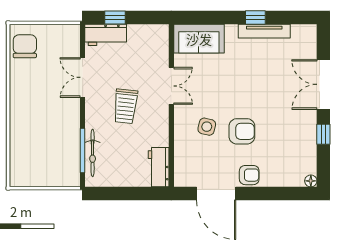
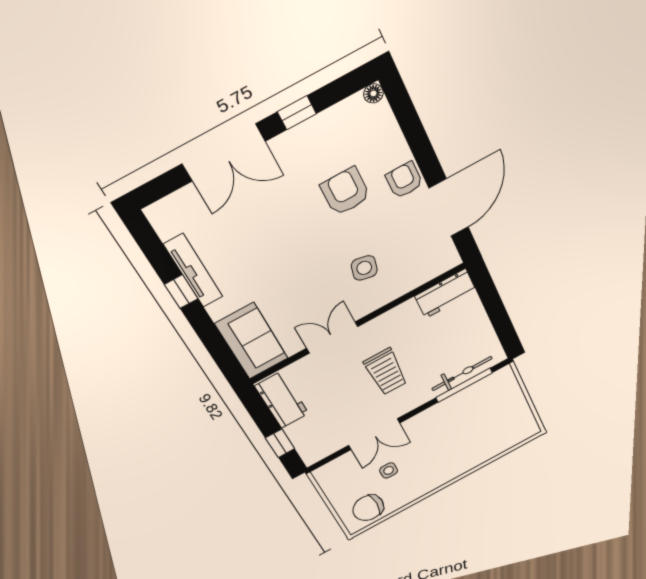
workbench: (106, 35) -> (282, 400), moved
side table: (47, 73) -> (389, 470), added
trolley: (126, 106) -> (386, 372), turned 84
armchair: (242, 131) -> (345, 191), moved

